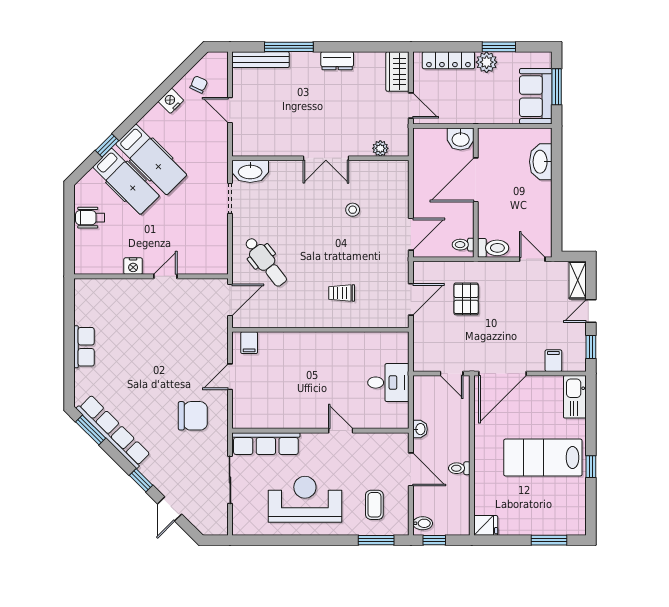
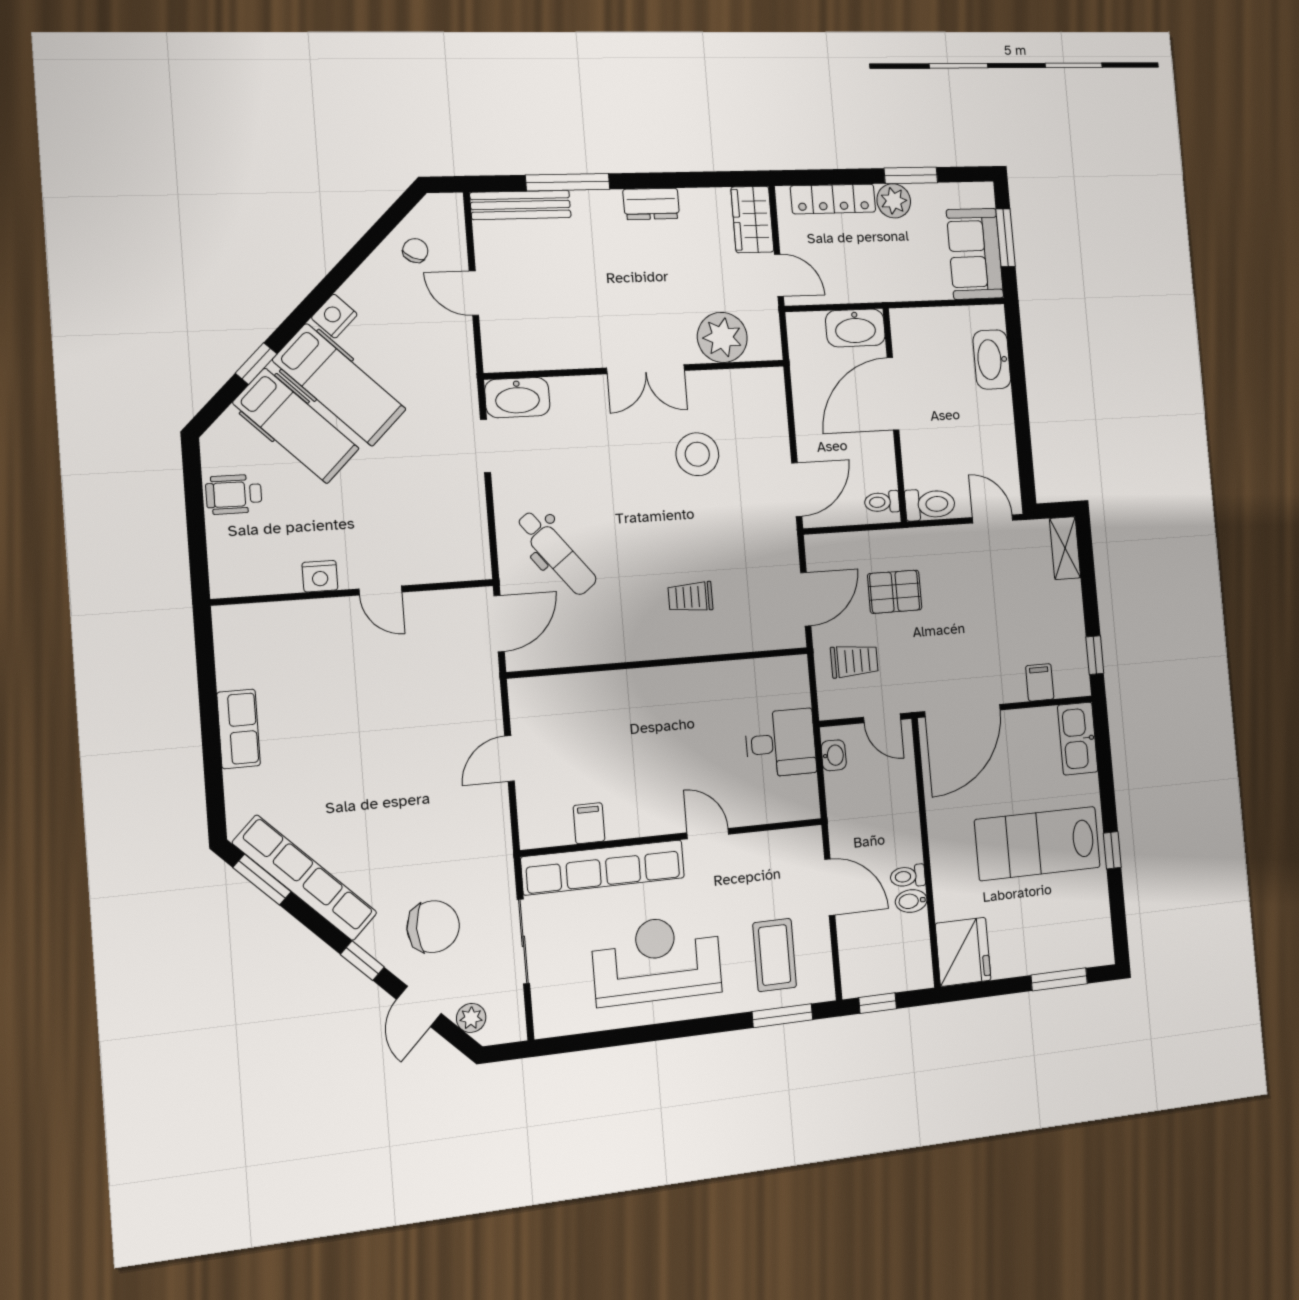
nightstand: (171, 101) -> (334, 316), moved
washbasin: (461, 139) -> (855, 328), width x1.38
plant: (380, 148) -> (722, 337), width x1.88, depth x1.88
stool: (353, 210) -> (697, 454), width x1.89, depth x1.89
door: (165, 276) -> (380, 590), swing flipped
pallet: (466, 299) -> (895, 592), turned 90
door: (591, 311) -> (1090, 597), removed
trolley: (438, 338) -> (854, 661), added
filing cabinet: (249, 343) -> (589, 823), moved, turned 180
chair: (193, 416) -> (433, 927), moved
washbasin: (420, 429) -> (834, 755), moved
row of seats: (266, 444) -> (603, 867), width x1.36
coffee table: (374, 505) -> (775, 955), width x1.36, depth x1.30
plant: (198, 519) -> (471, 1018), added
bidet: (423, 523) -> (911, 901), moved, turned 180
fridge: (486, 525) -> (963, 952), width x1.88, depth x1.34

